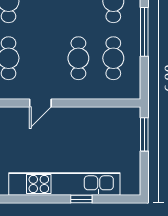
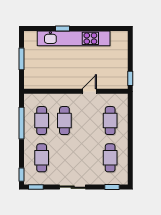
window: (144, 32) -> (21, 123), moved
window: (144, 134) -> (21, 59), moved

